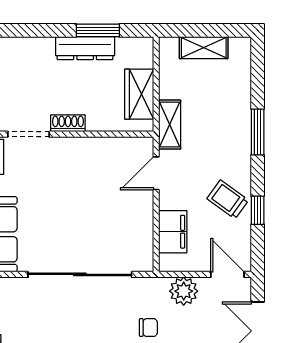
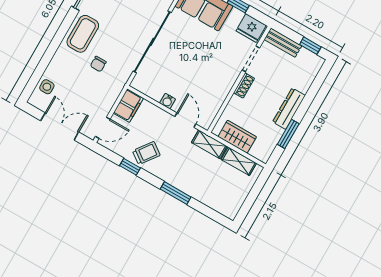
dresser: (85, 48) -> (289, 109), moved
shelving: (204, 48) -> (239, 161), moved, turned 90
water cooler: (145, 211) -> (168, 101), added
filing cabinet: (173, 232) -> (128, 106), moved, turned -90
plant: (184, 291) -> (108, 97), removed

